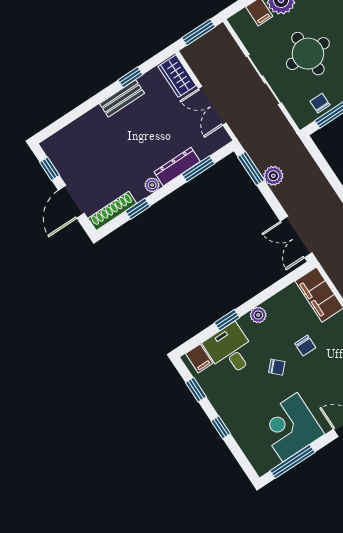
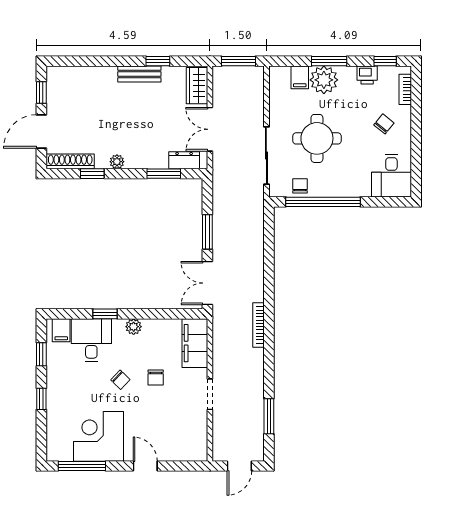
sliding door: (264, 79) -> (266, 156), moved
dresser: (177, 167) -> (184, 160), moved, width x0.70
window: (251, 168) -> (207, 232), moved
plant: (273, 176) -> (222, 220), removed

